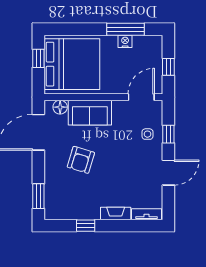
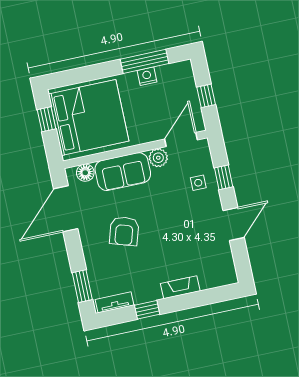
plant: (120, 108) -> (158, 158), added
tv unit: (147, 214) -> (114, 302), moved

